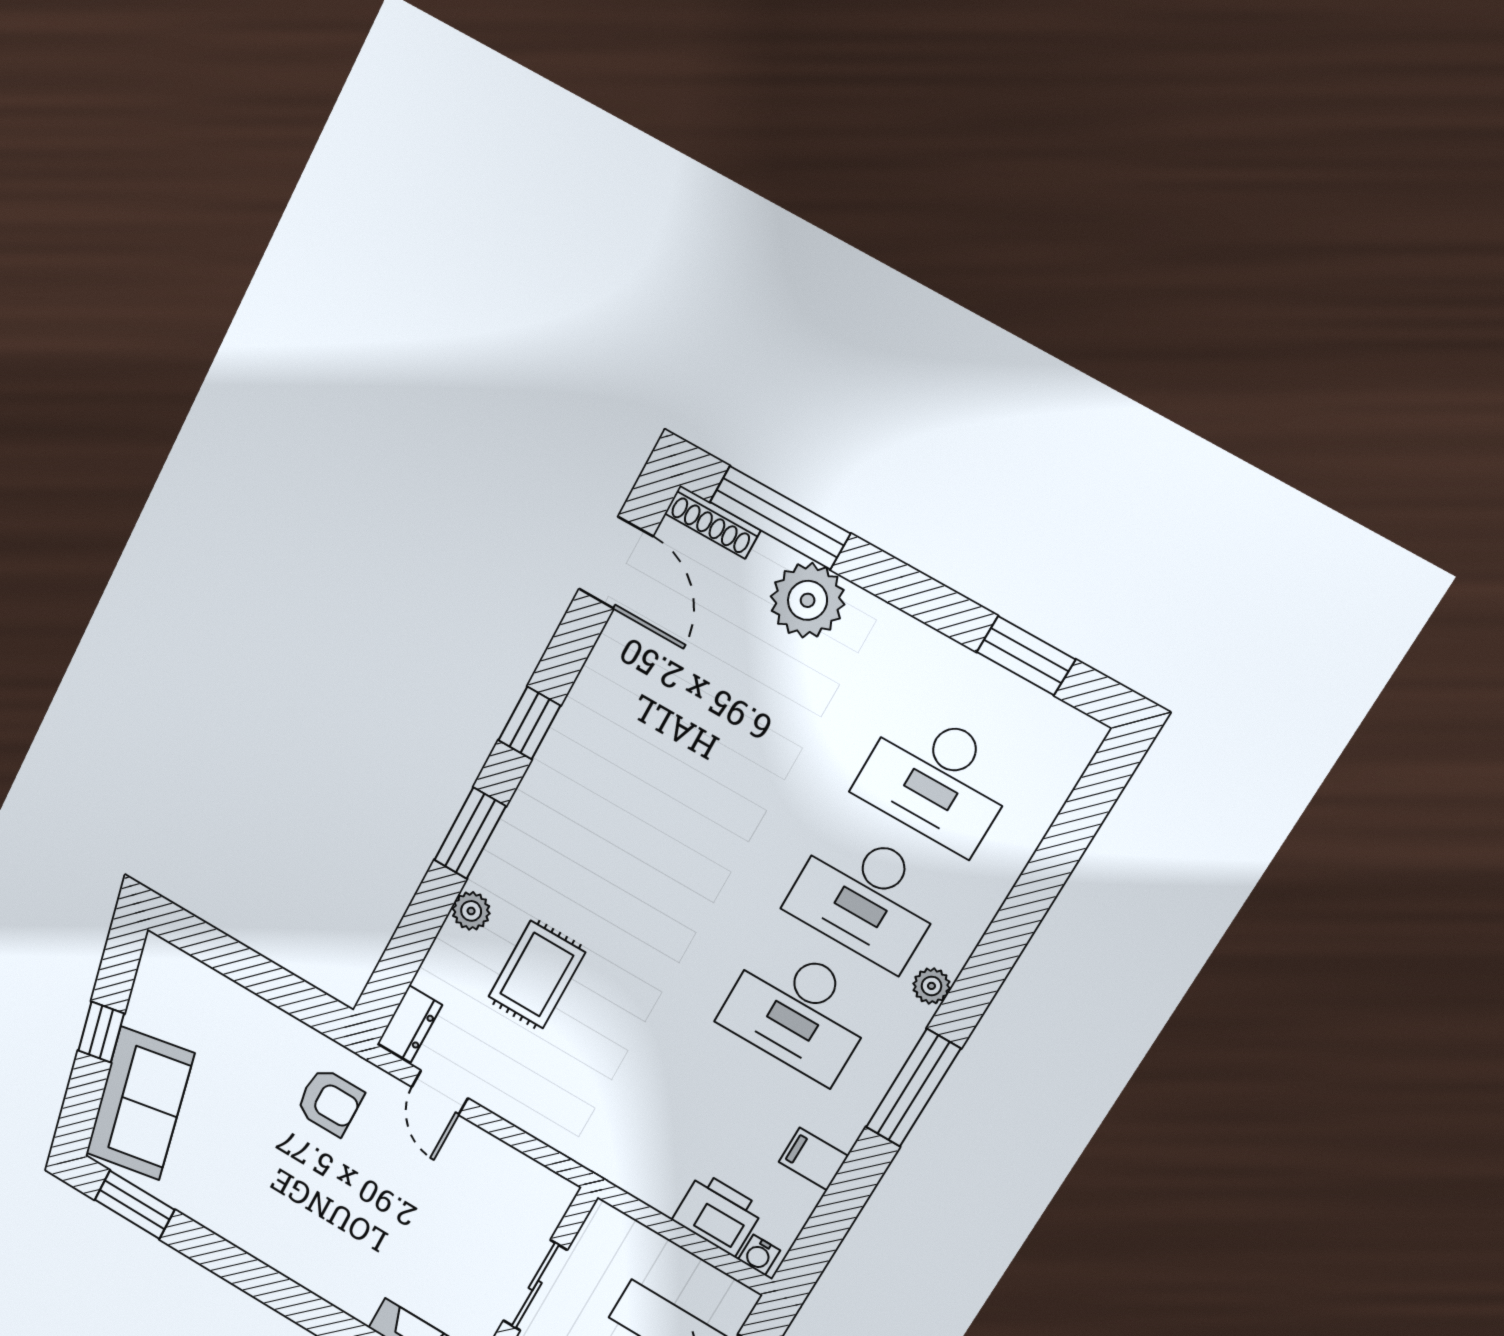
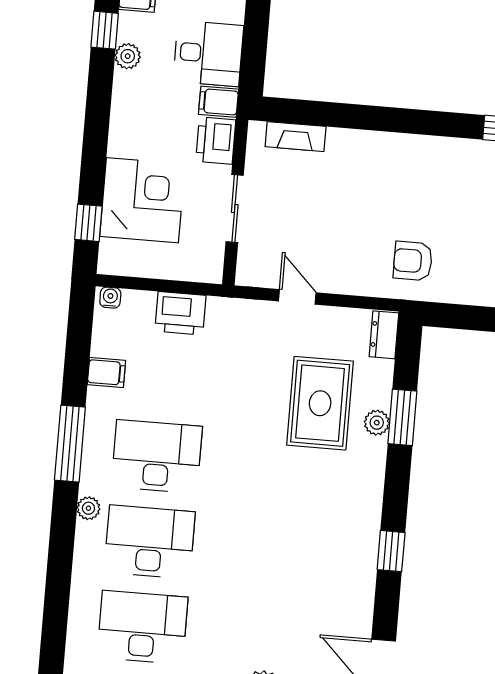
window: (470, 833) -> (402, 417), moved
rug: (537, 975) -> (320, 403), width x1.36, depth x1.43
door: (440, 1093) -> (297, 297), moved
printer: (718, 1214) -> (180, 313), moved

